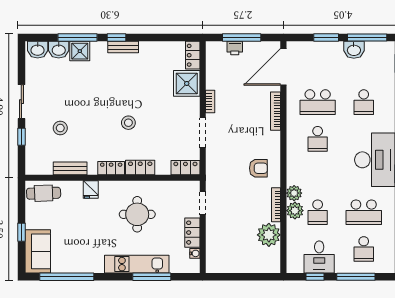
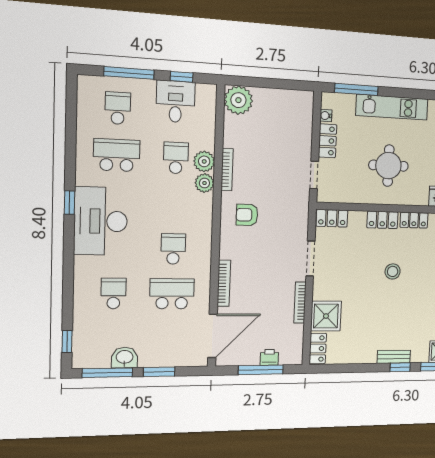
bookcase: (210, 101) -> (300, 303), width x1.56
plant: (269, 235) -> (238, 100), moved
window: (152, 277) -> (356, 89), moved

